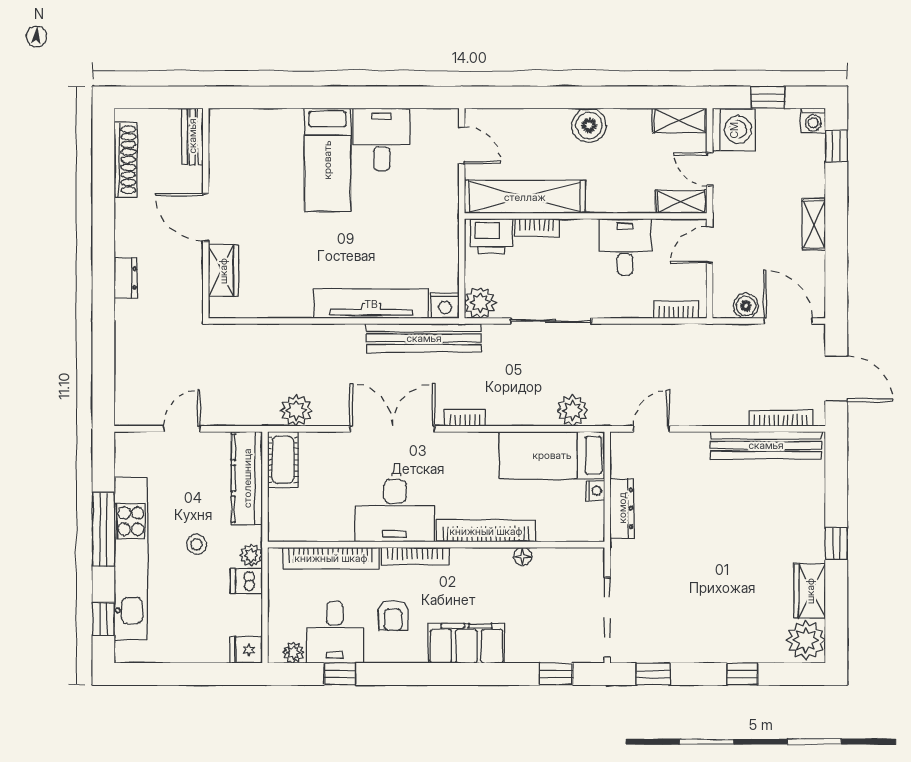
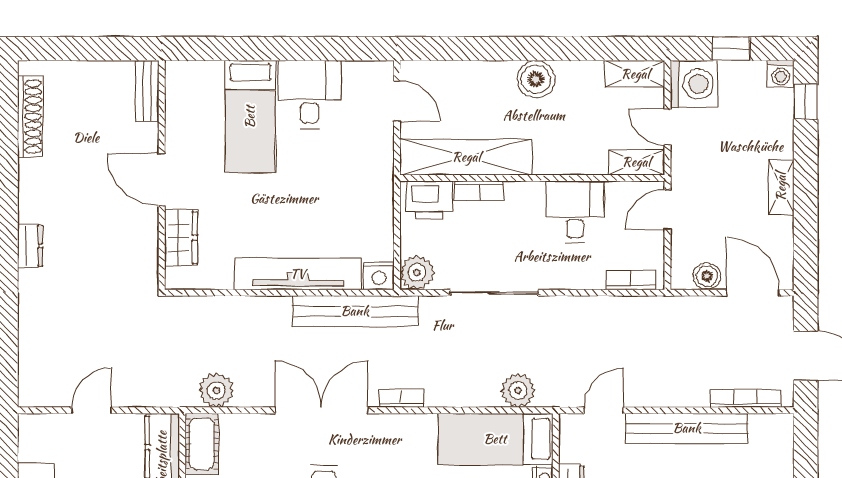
bench: (192, 136) -> (147, 91), moved
wall: (206, 213) -> (162, 175), moved
door: (206, 217) -> (162, 180), moved
wardrobe: (223, 271) -> (181, 238), moved
bench: (766, 445) -> (687, 428), moved

